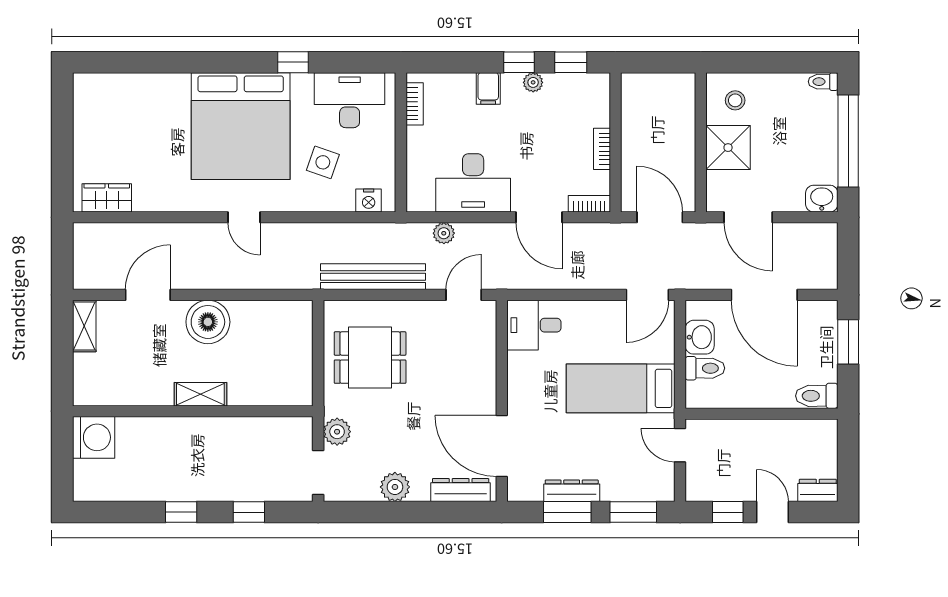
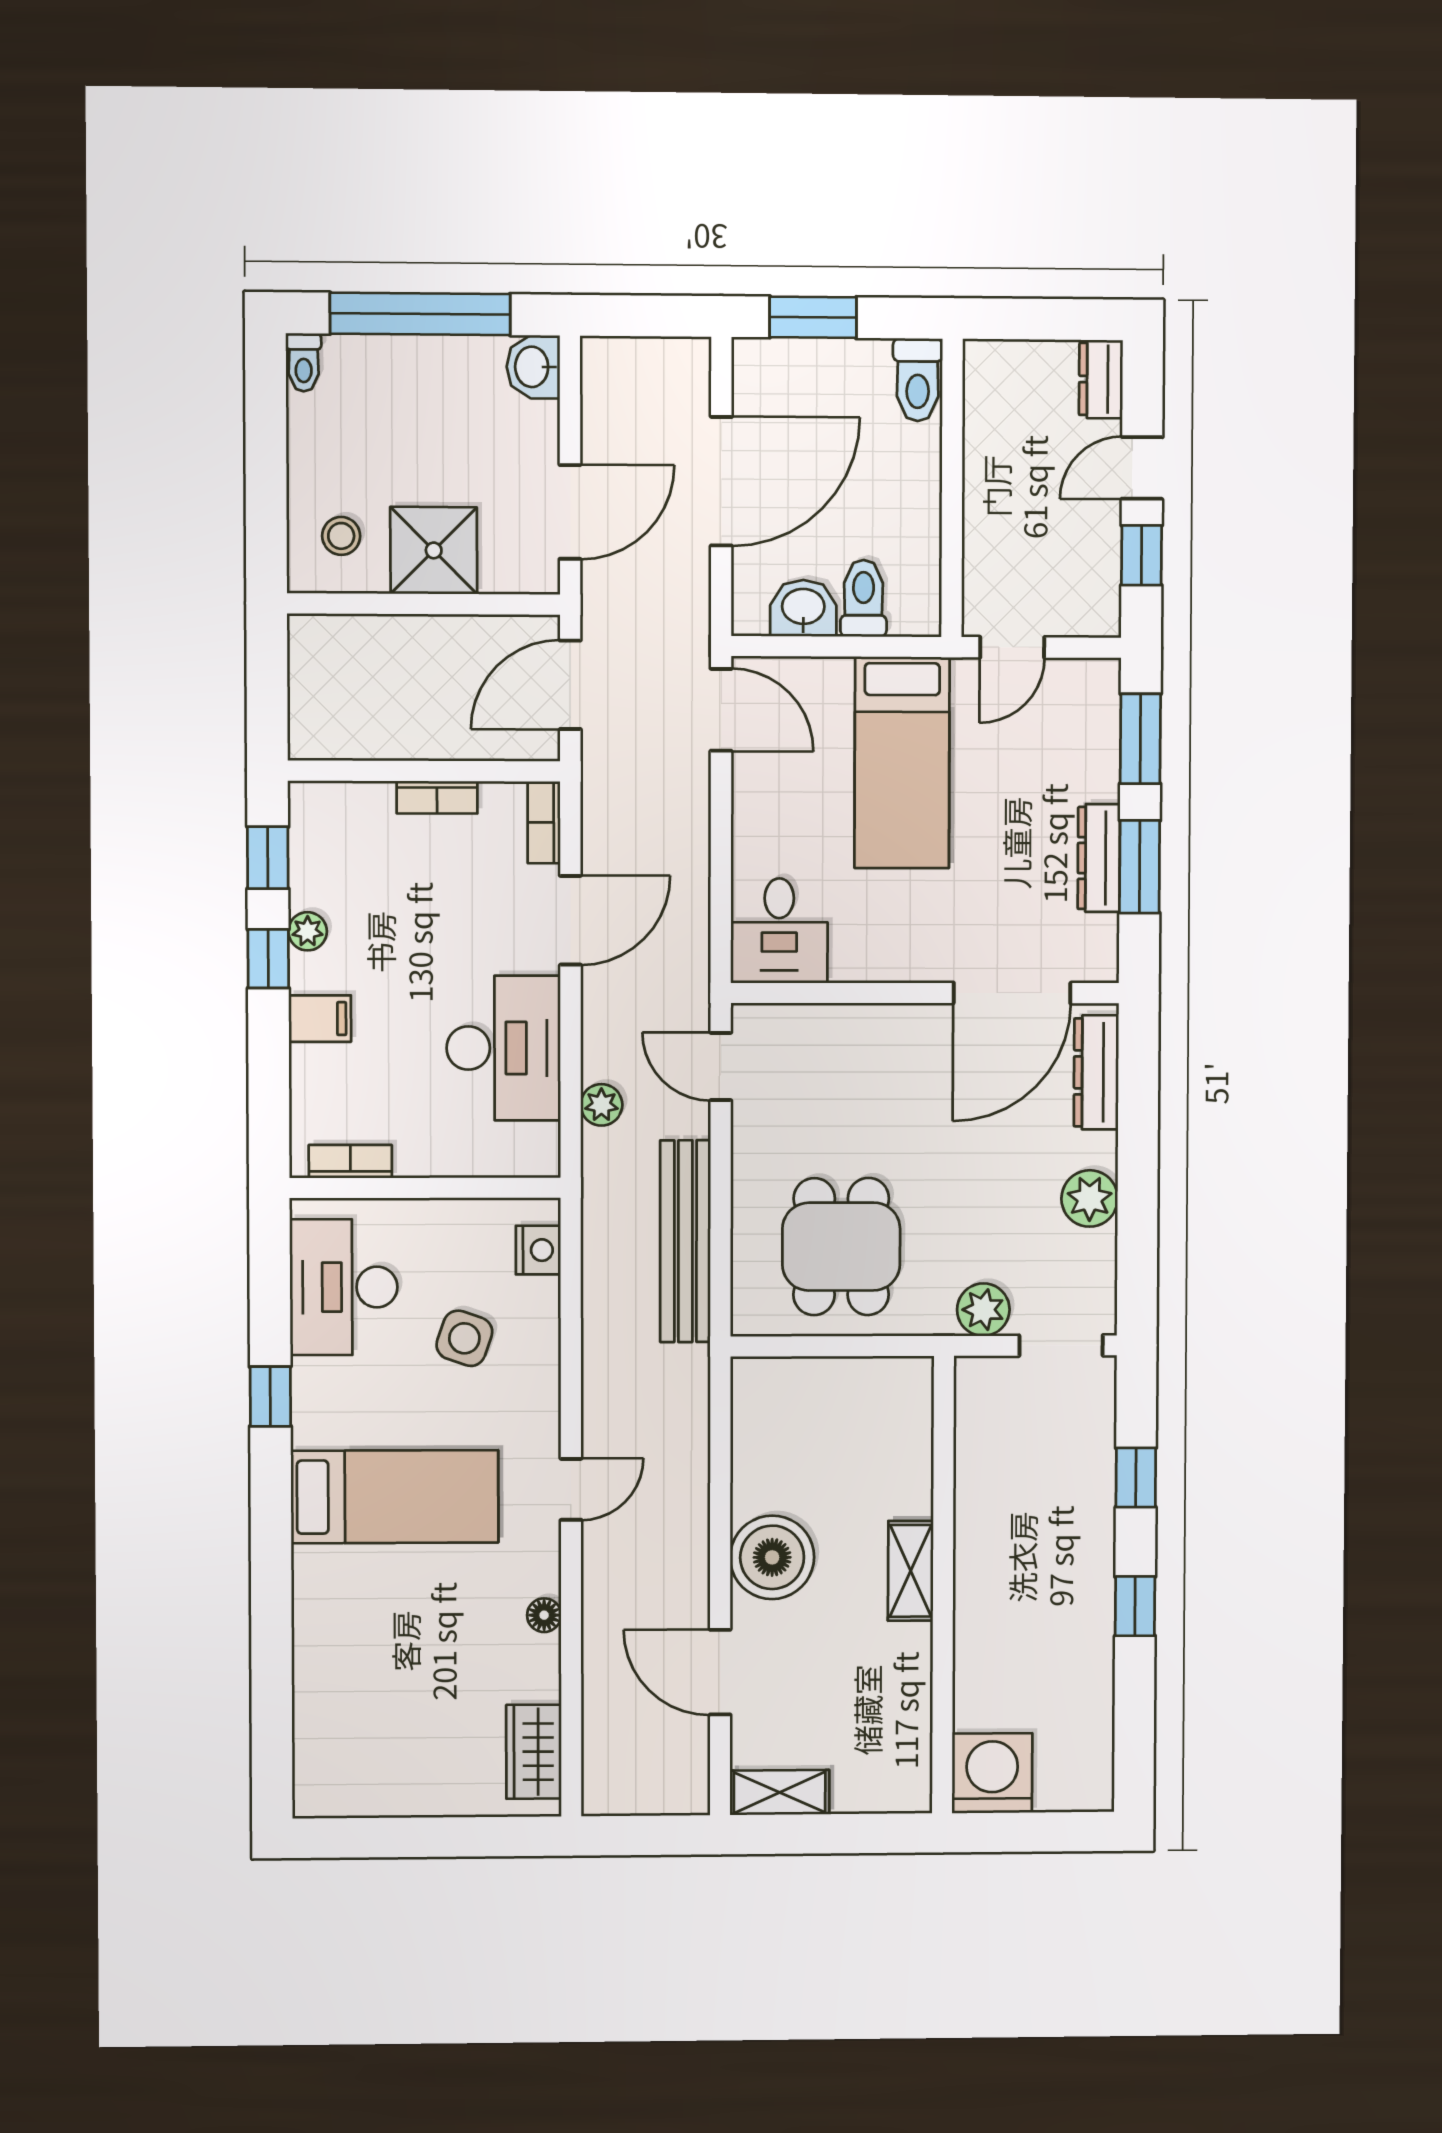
bed: (241, 126) -> (395, 1497), width x0.49
floor lamp: (178, 203) -> (544, 1615), added

